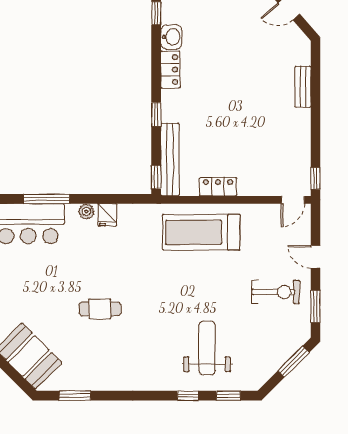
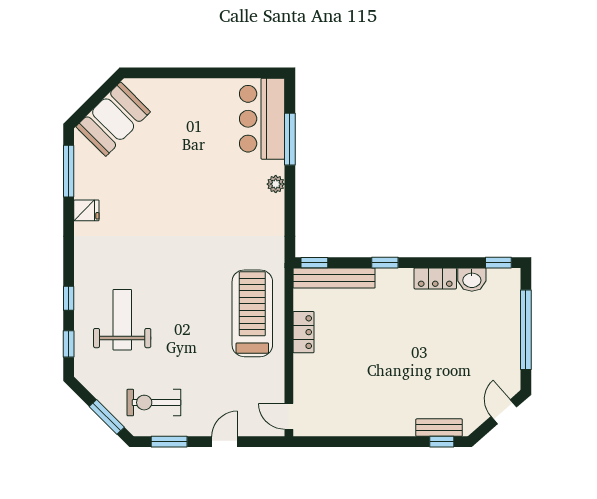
bench: (303, 87) -> (439, 428), moved
window: (315, 178) -> (442, 442), moved
fridge: (107, 215) -> (86, 210), moved, turned 180
exercise bike: (276, 292) -> (154, 403), moved, turned 90
cafe table: (100, 309) -> (166, 199), removed
weight bench: (207, 348) -> (122, 320), turned -90
window: (75, 396) -> (69, 171), width x1.44

